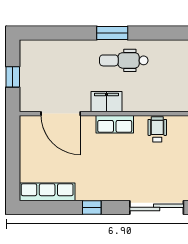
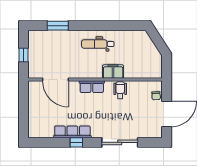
window: (112, 33) -> (58, 26), moved
filing cabinet: (106, 102) -> (113, 72), moved
row of seats: (47, 192) -> (72, 132), moved

